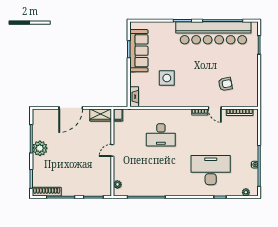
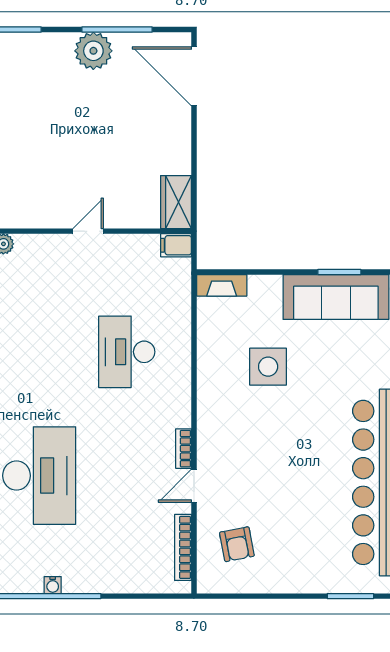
armchair: (225, 84) -> (237, 544), moved
door: (71, 108) -> (194, 76), moved
door: (112, 150) -> (88, 231), hinge flipped

